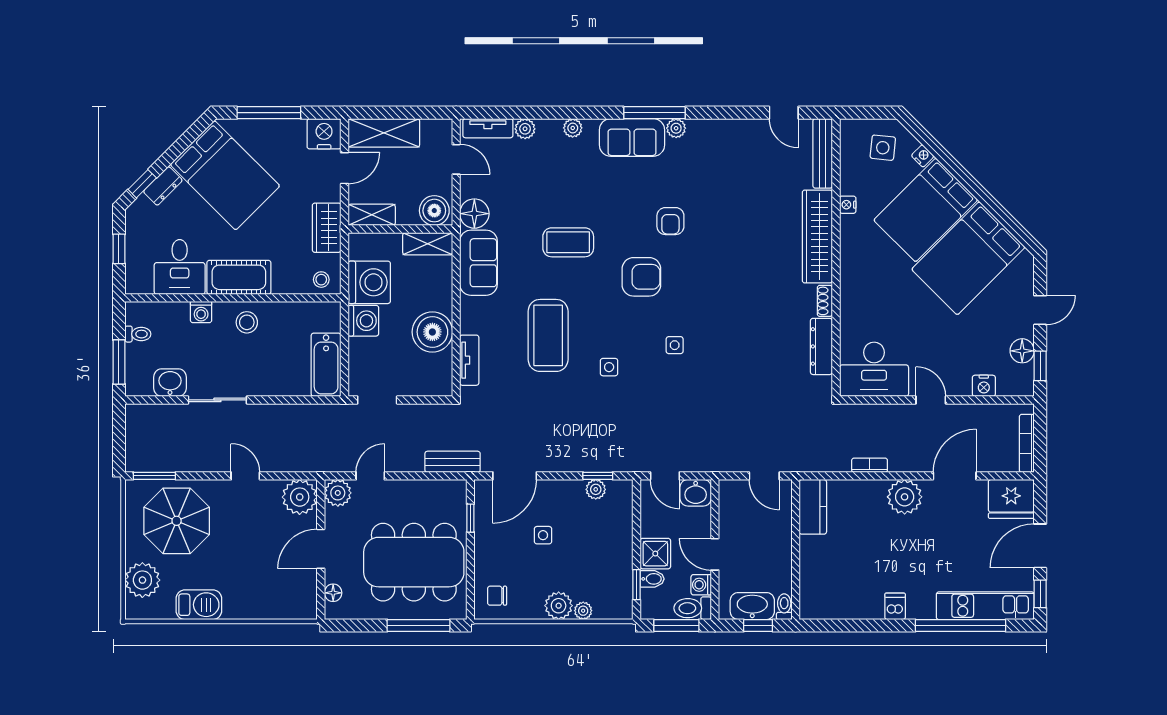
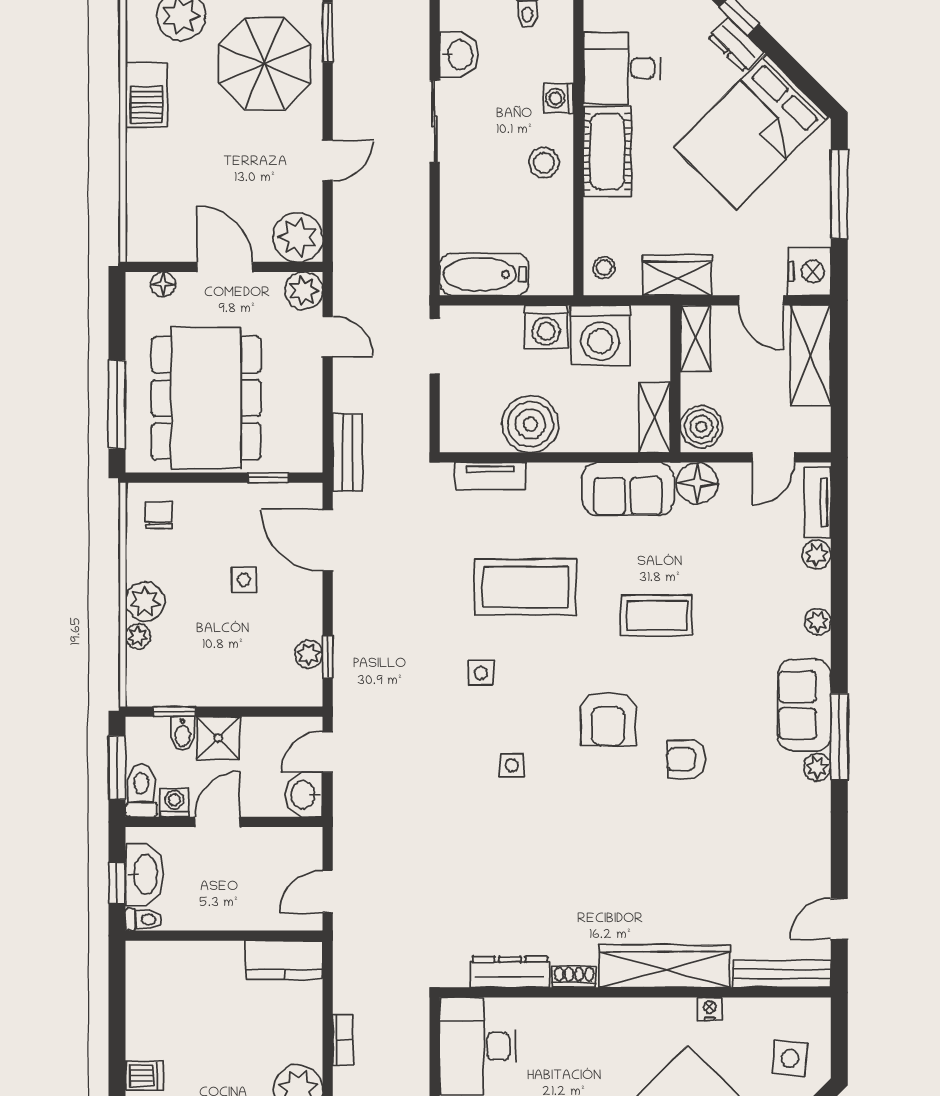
coffee table: (568, 242) -> (657, 615), turned 90

